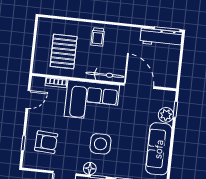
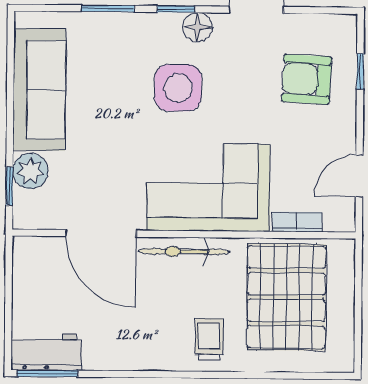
workbench: (161, 38) -> (46, 352), width x0.73
pallet: (64, 51) -> (286, 297), width x1.37, depth x1.41

